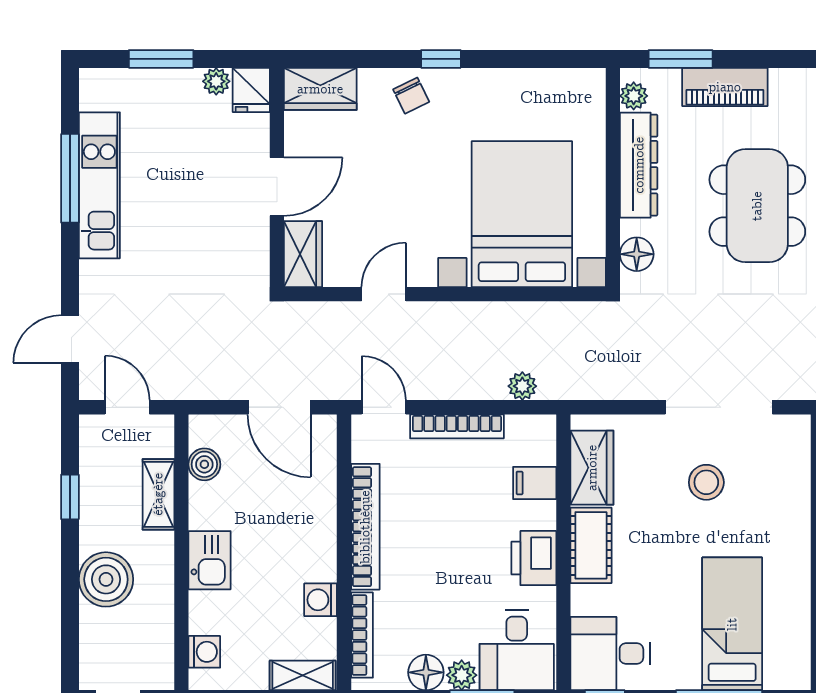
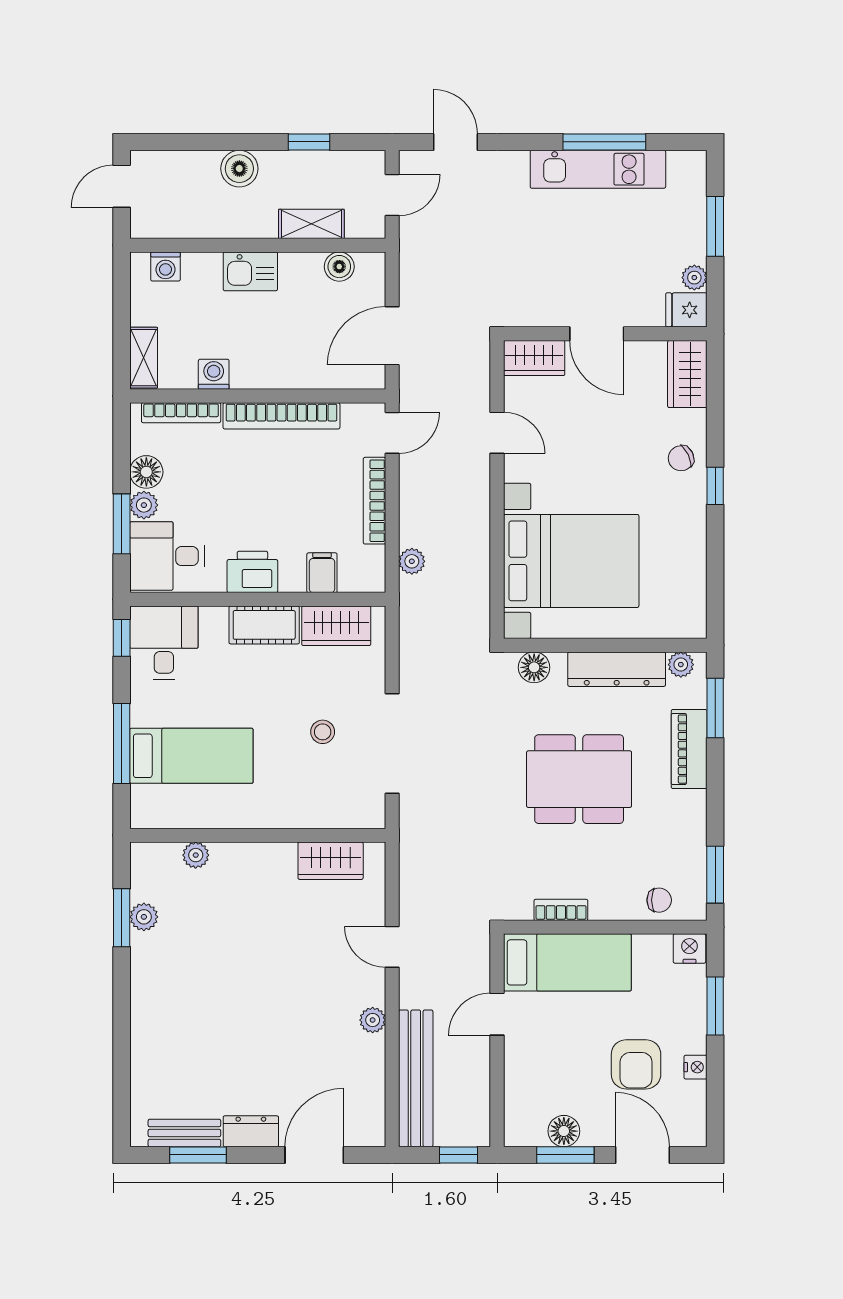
stool: (706, 482) -> (323, 732), width x0.73, depth x0.73
boiler: (106, 579) -> (239, 169), width x0.73, depth x0.73

